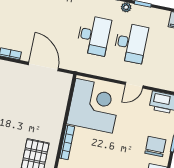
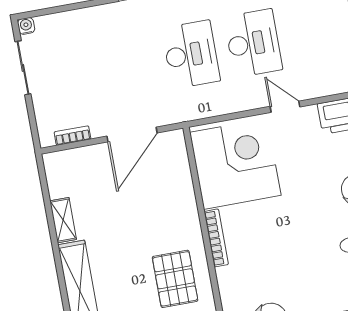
door: (43, 67) -> (132, 135), swing flipped
door: (134, 85) -> (285, 107), swing flipped

